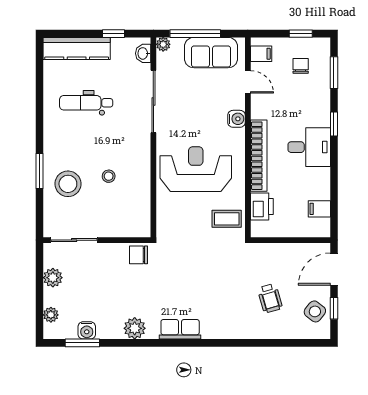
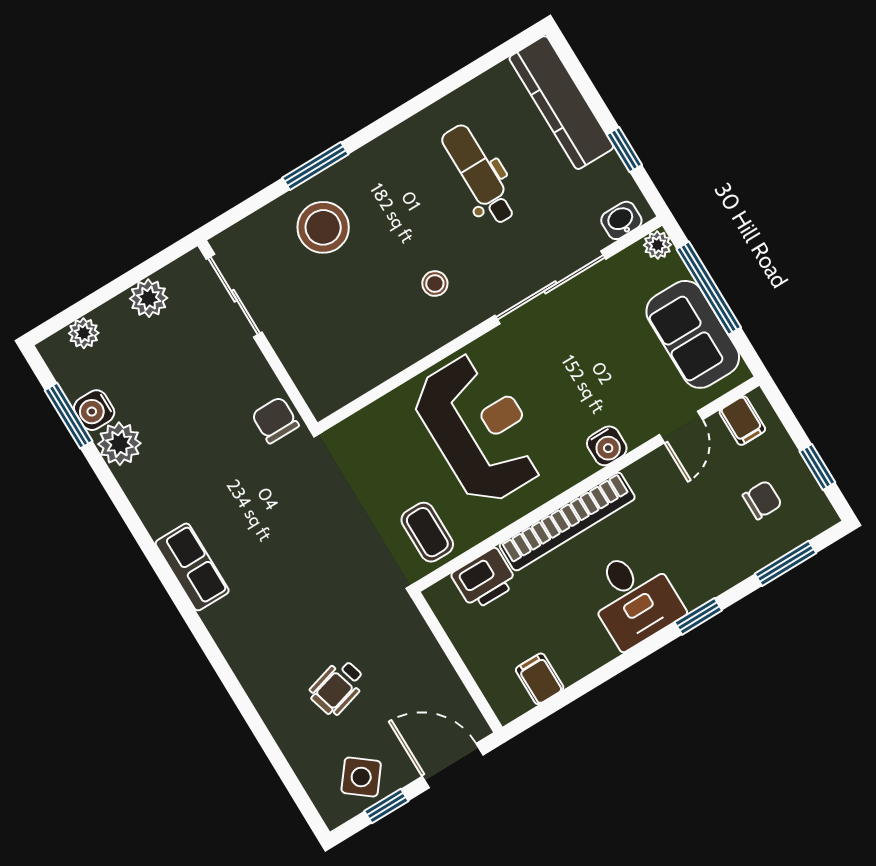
stool: (109, 176) -> (435, 284), moved
plant: (135, 328) -> (119, 444), moved

